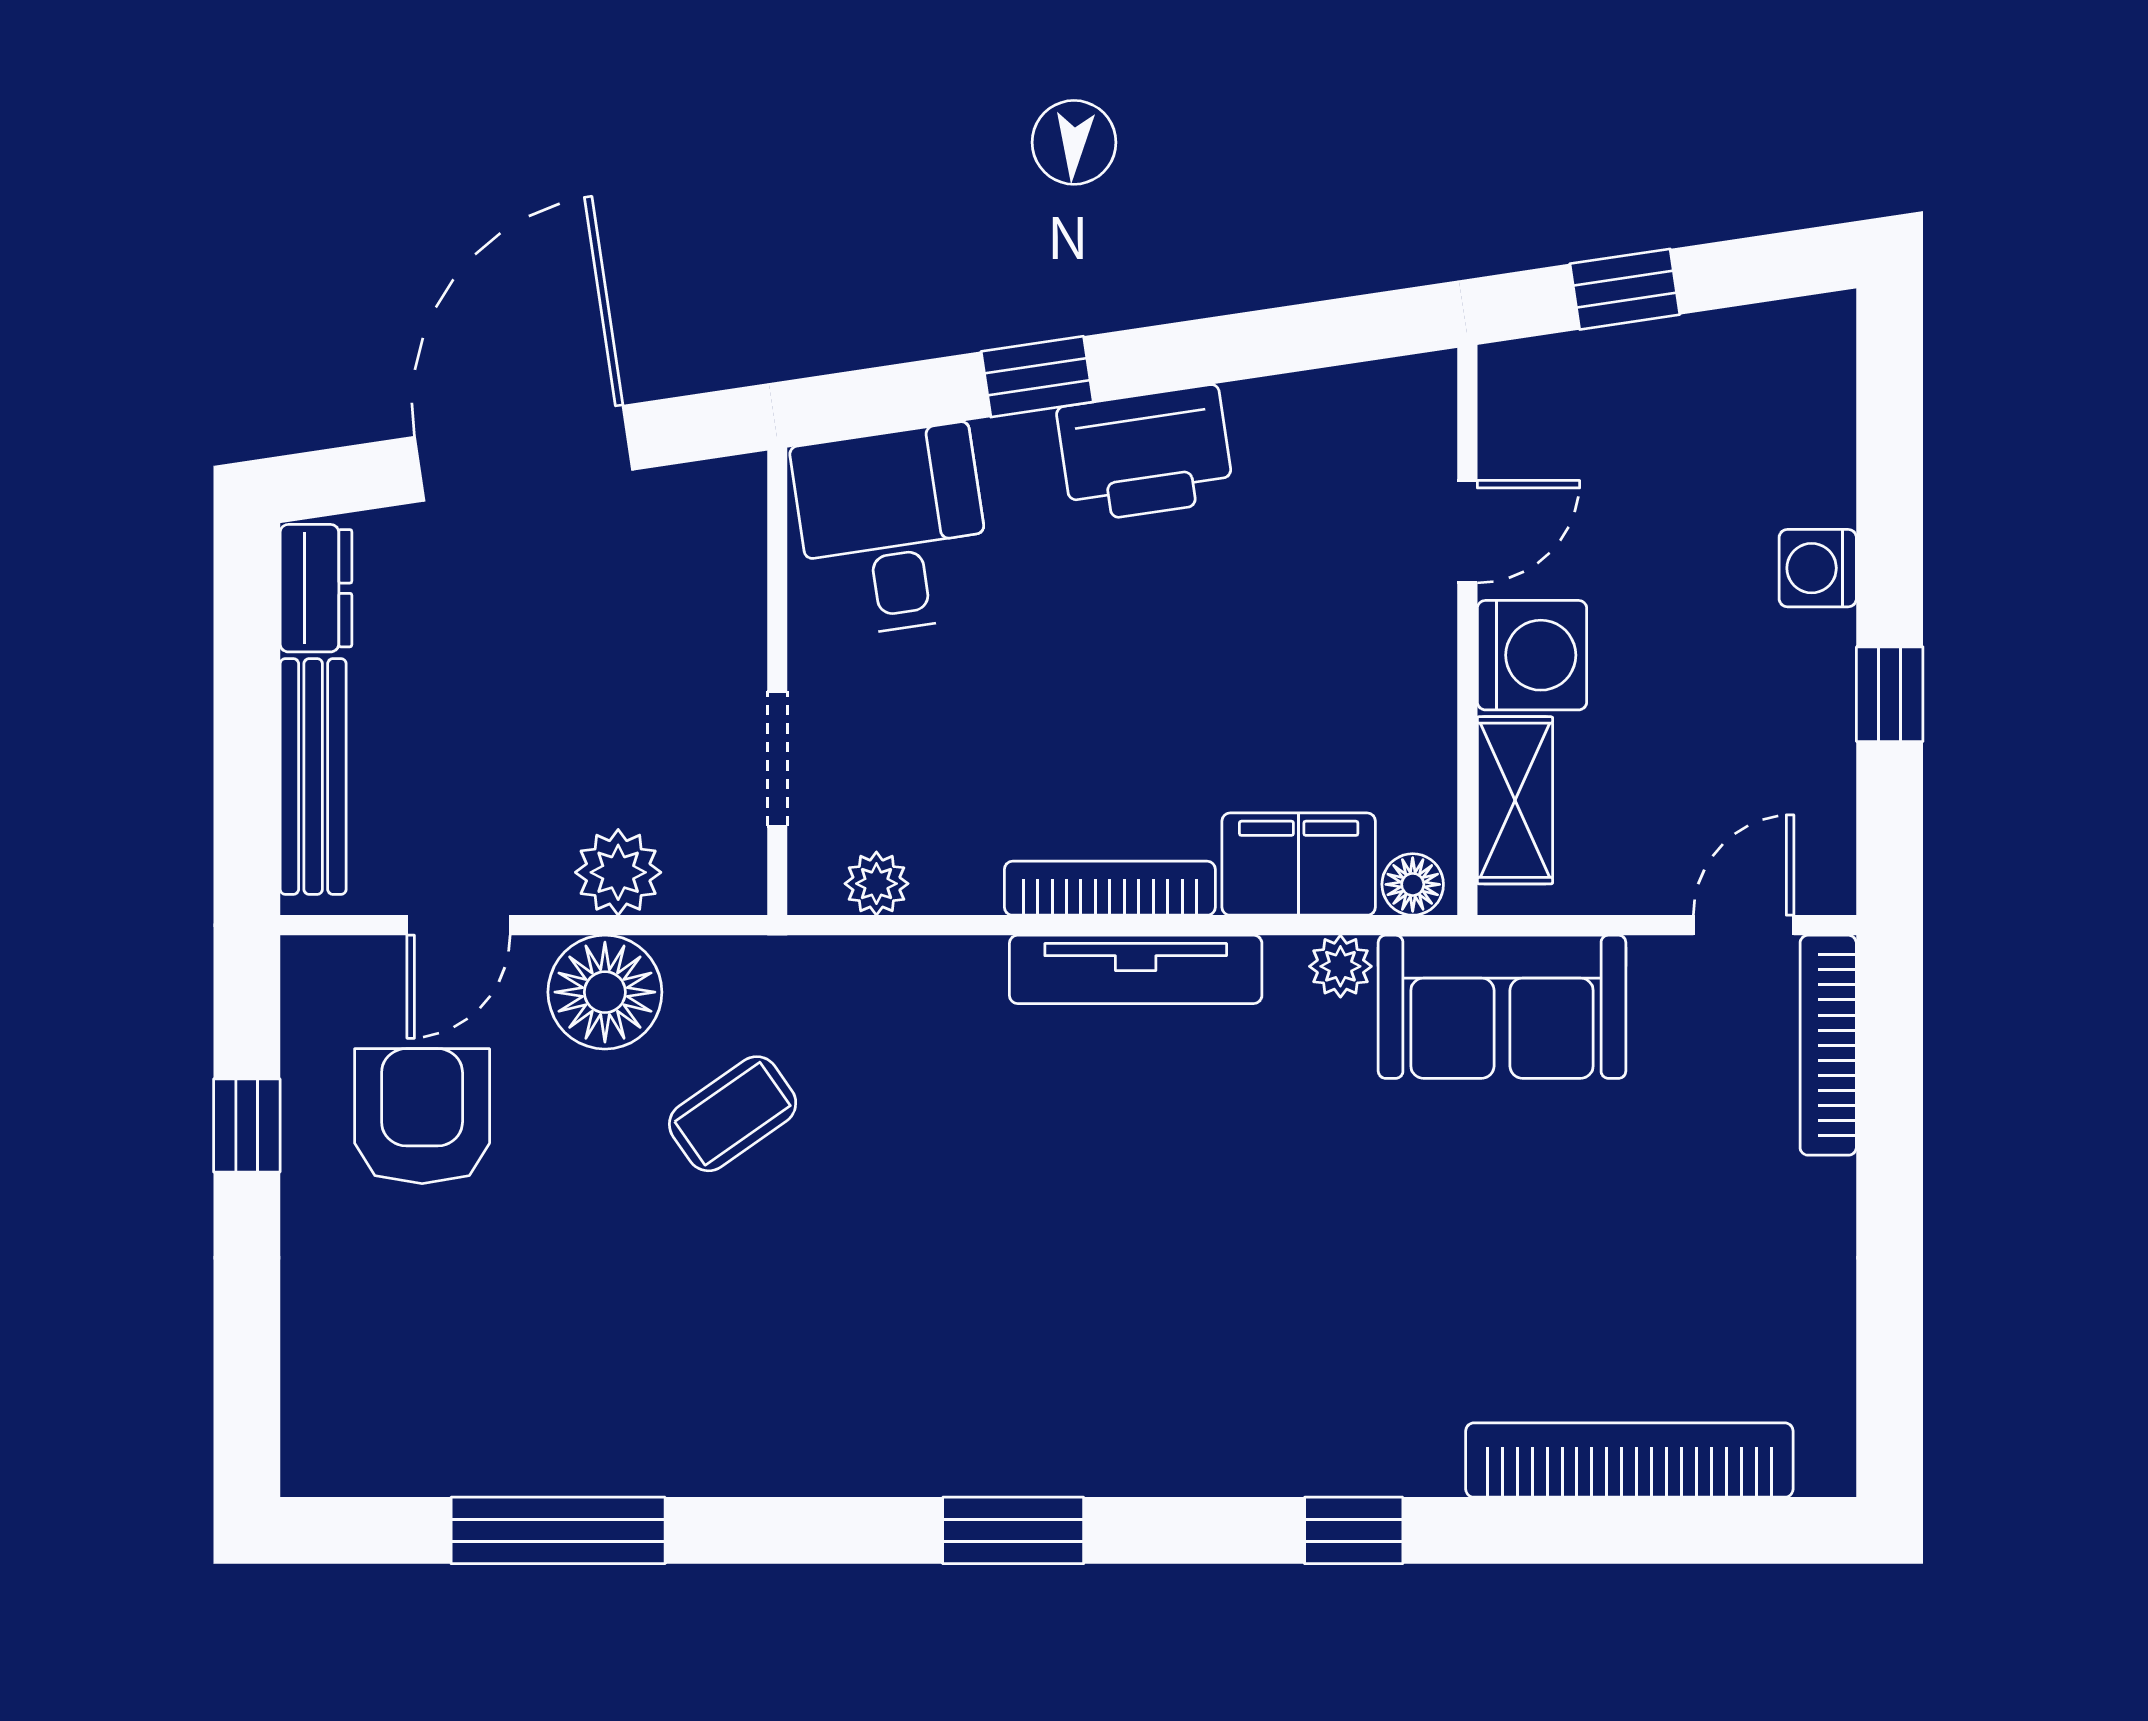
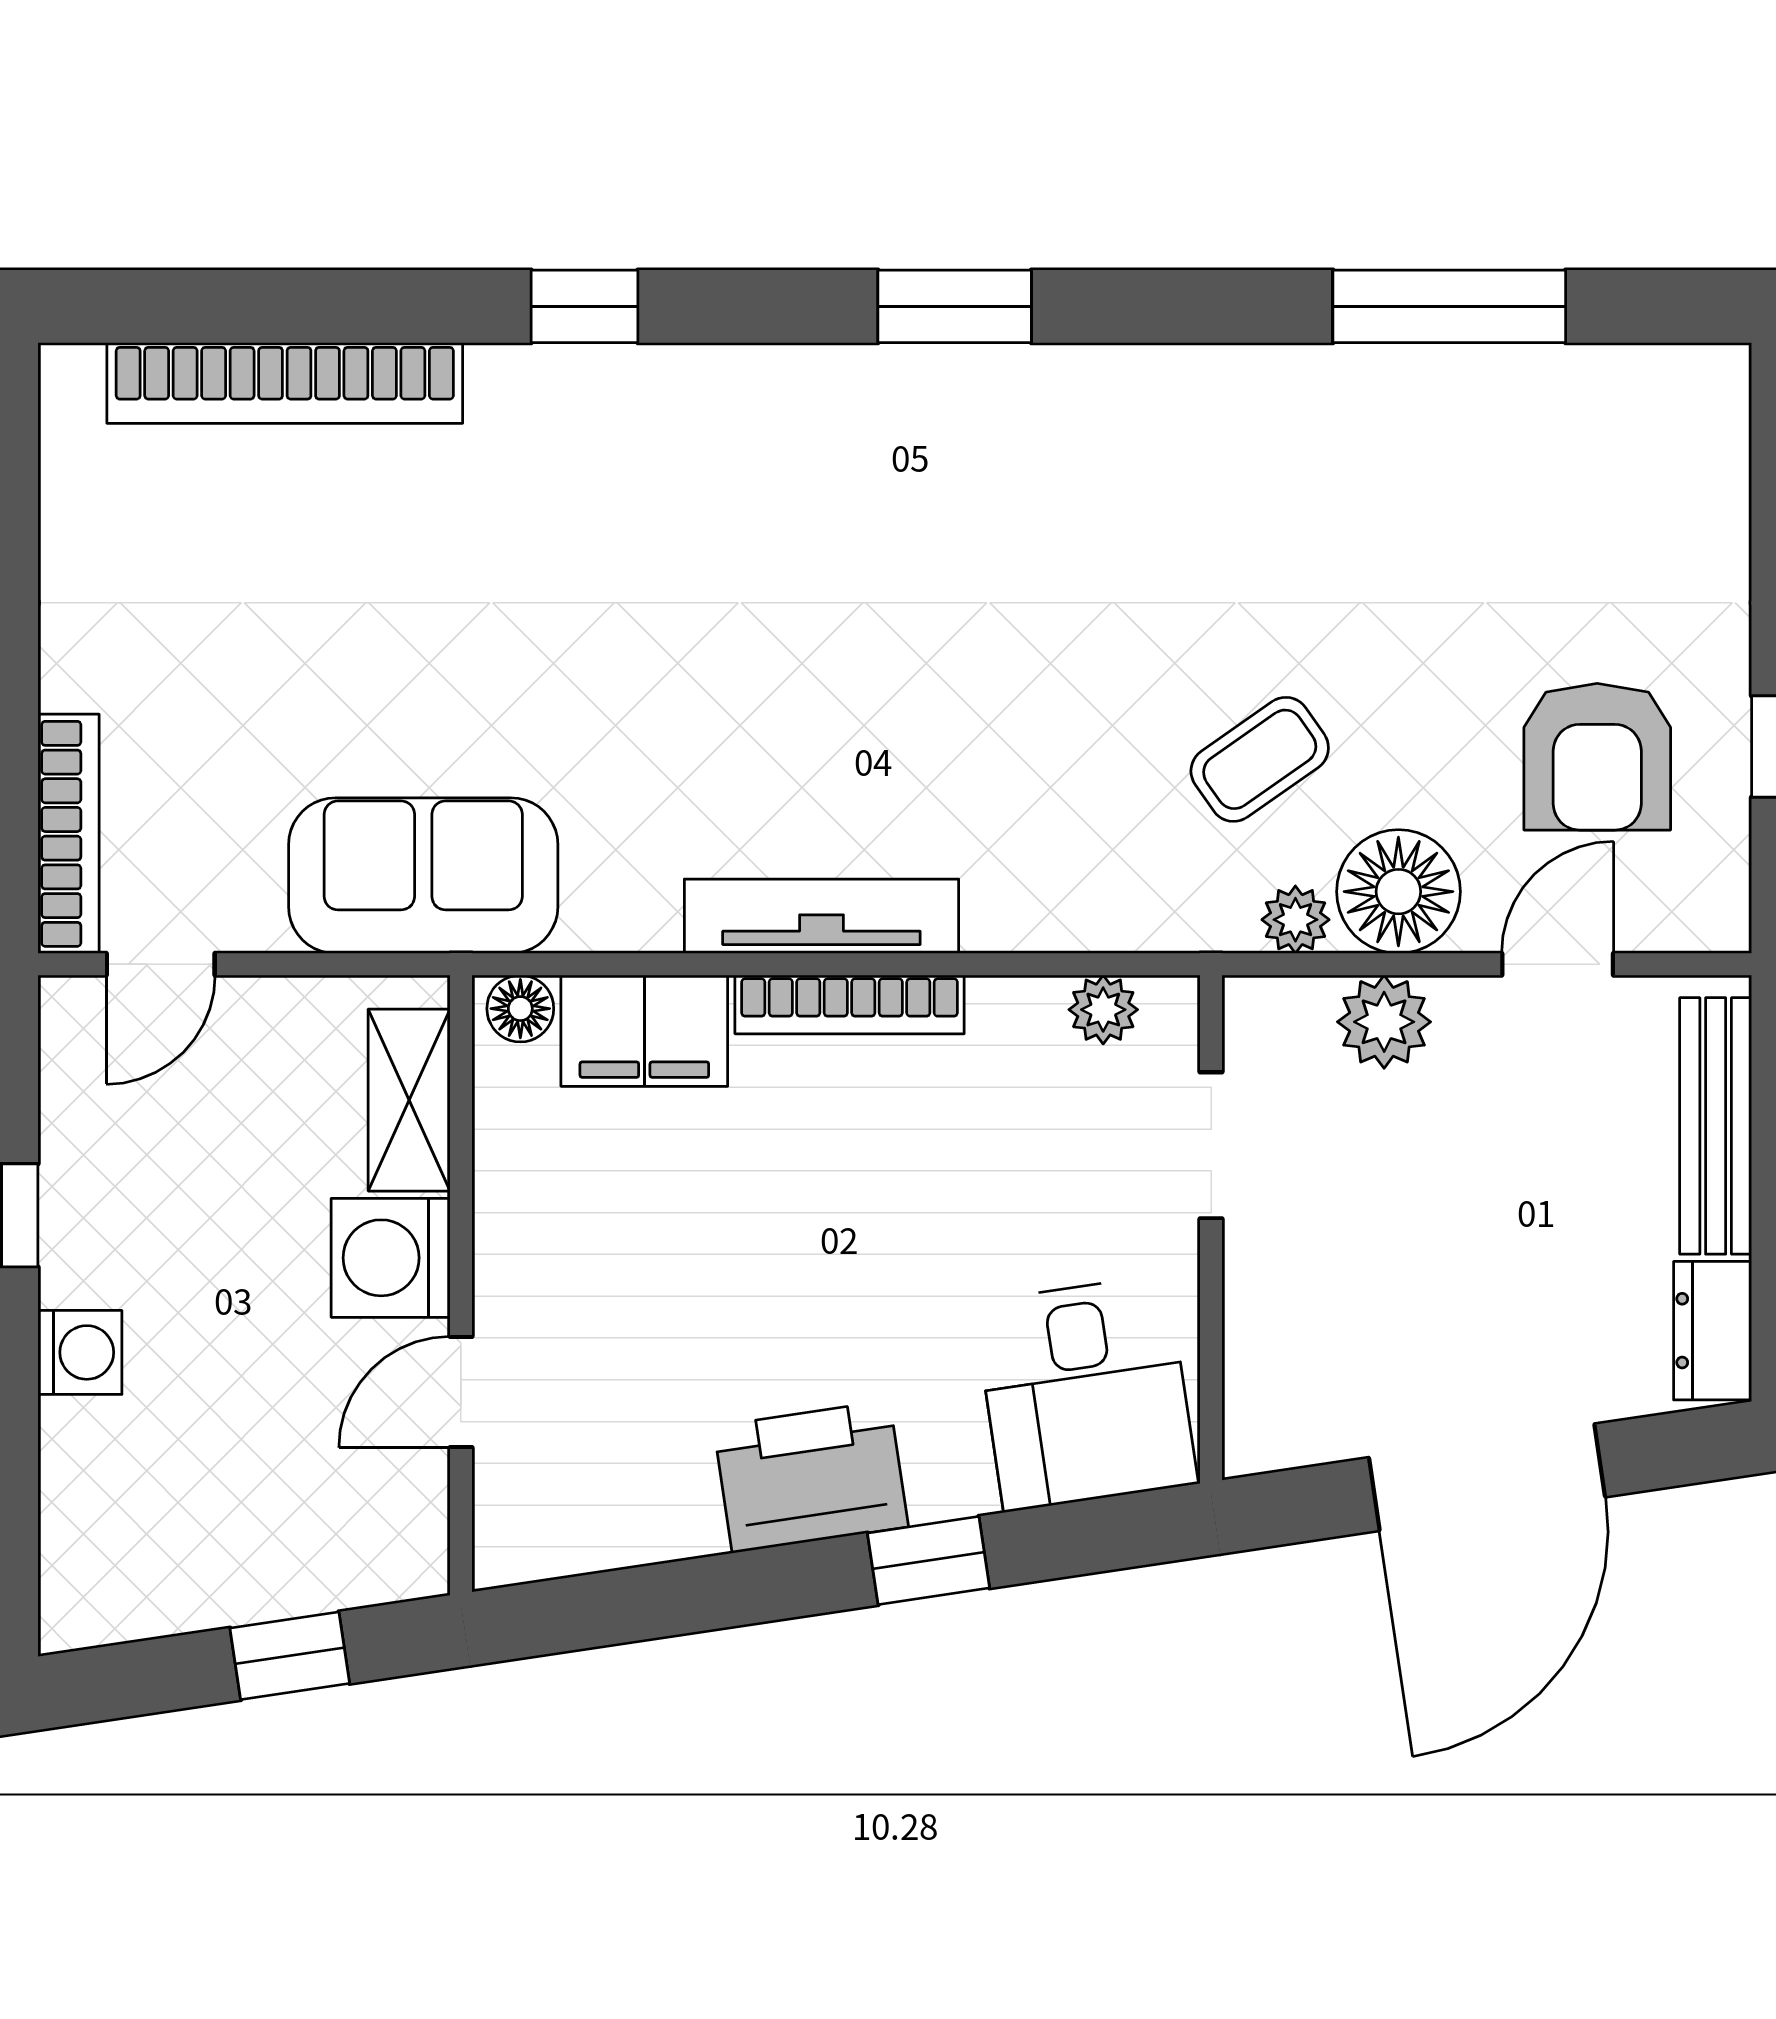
plant: (1340, 966) -> (1295, 920), moved

